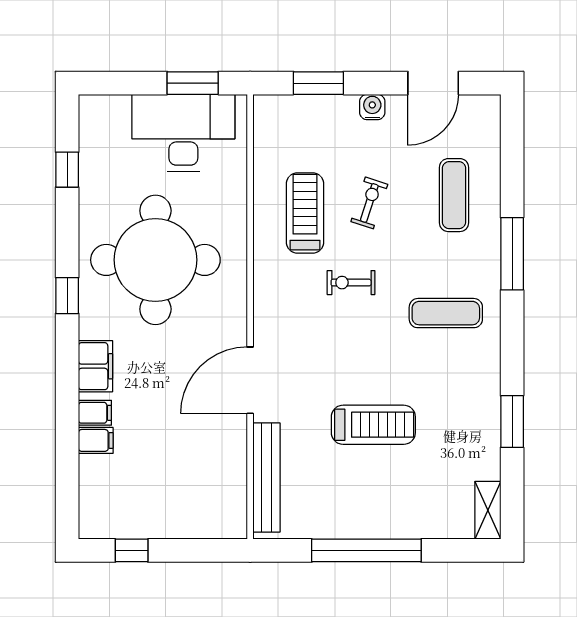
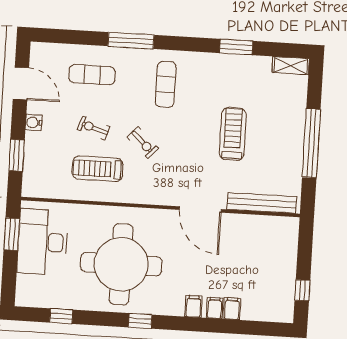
exercise bike: (351, 283) -> (143, 143), turned -47
filing cabinet: (95, 366) -> (193, 306), width x0.50

